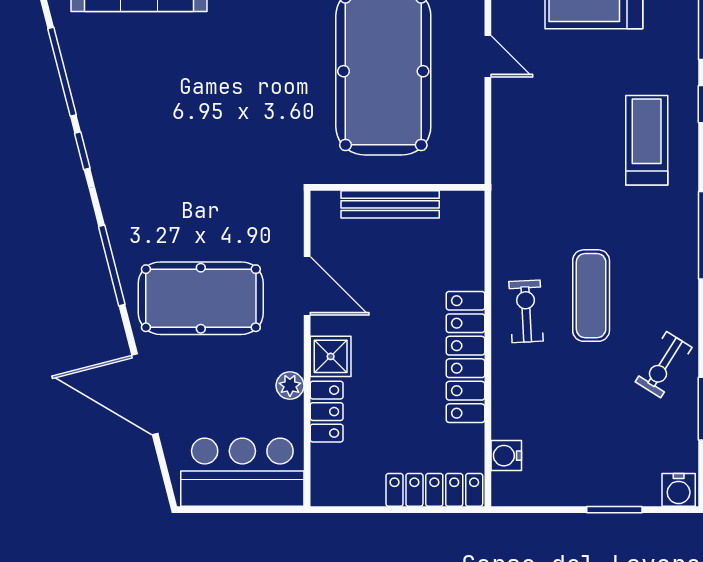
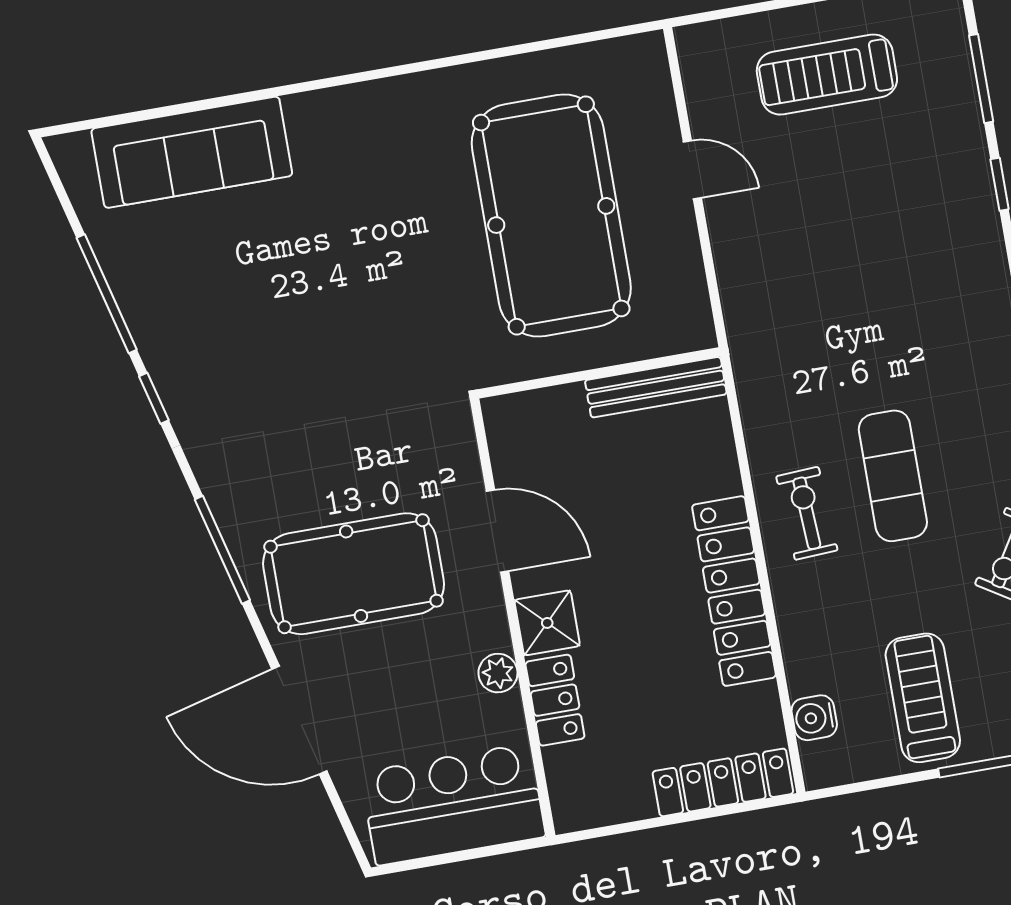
treadmill: (647, 140) -> (923, 698), moved
bench: (390, 204) -> (656, 387), moved

